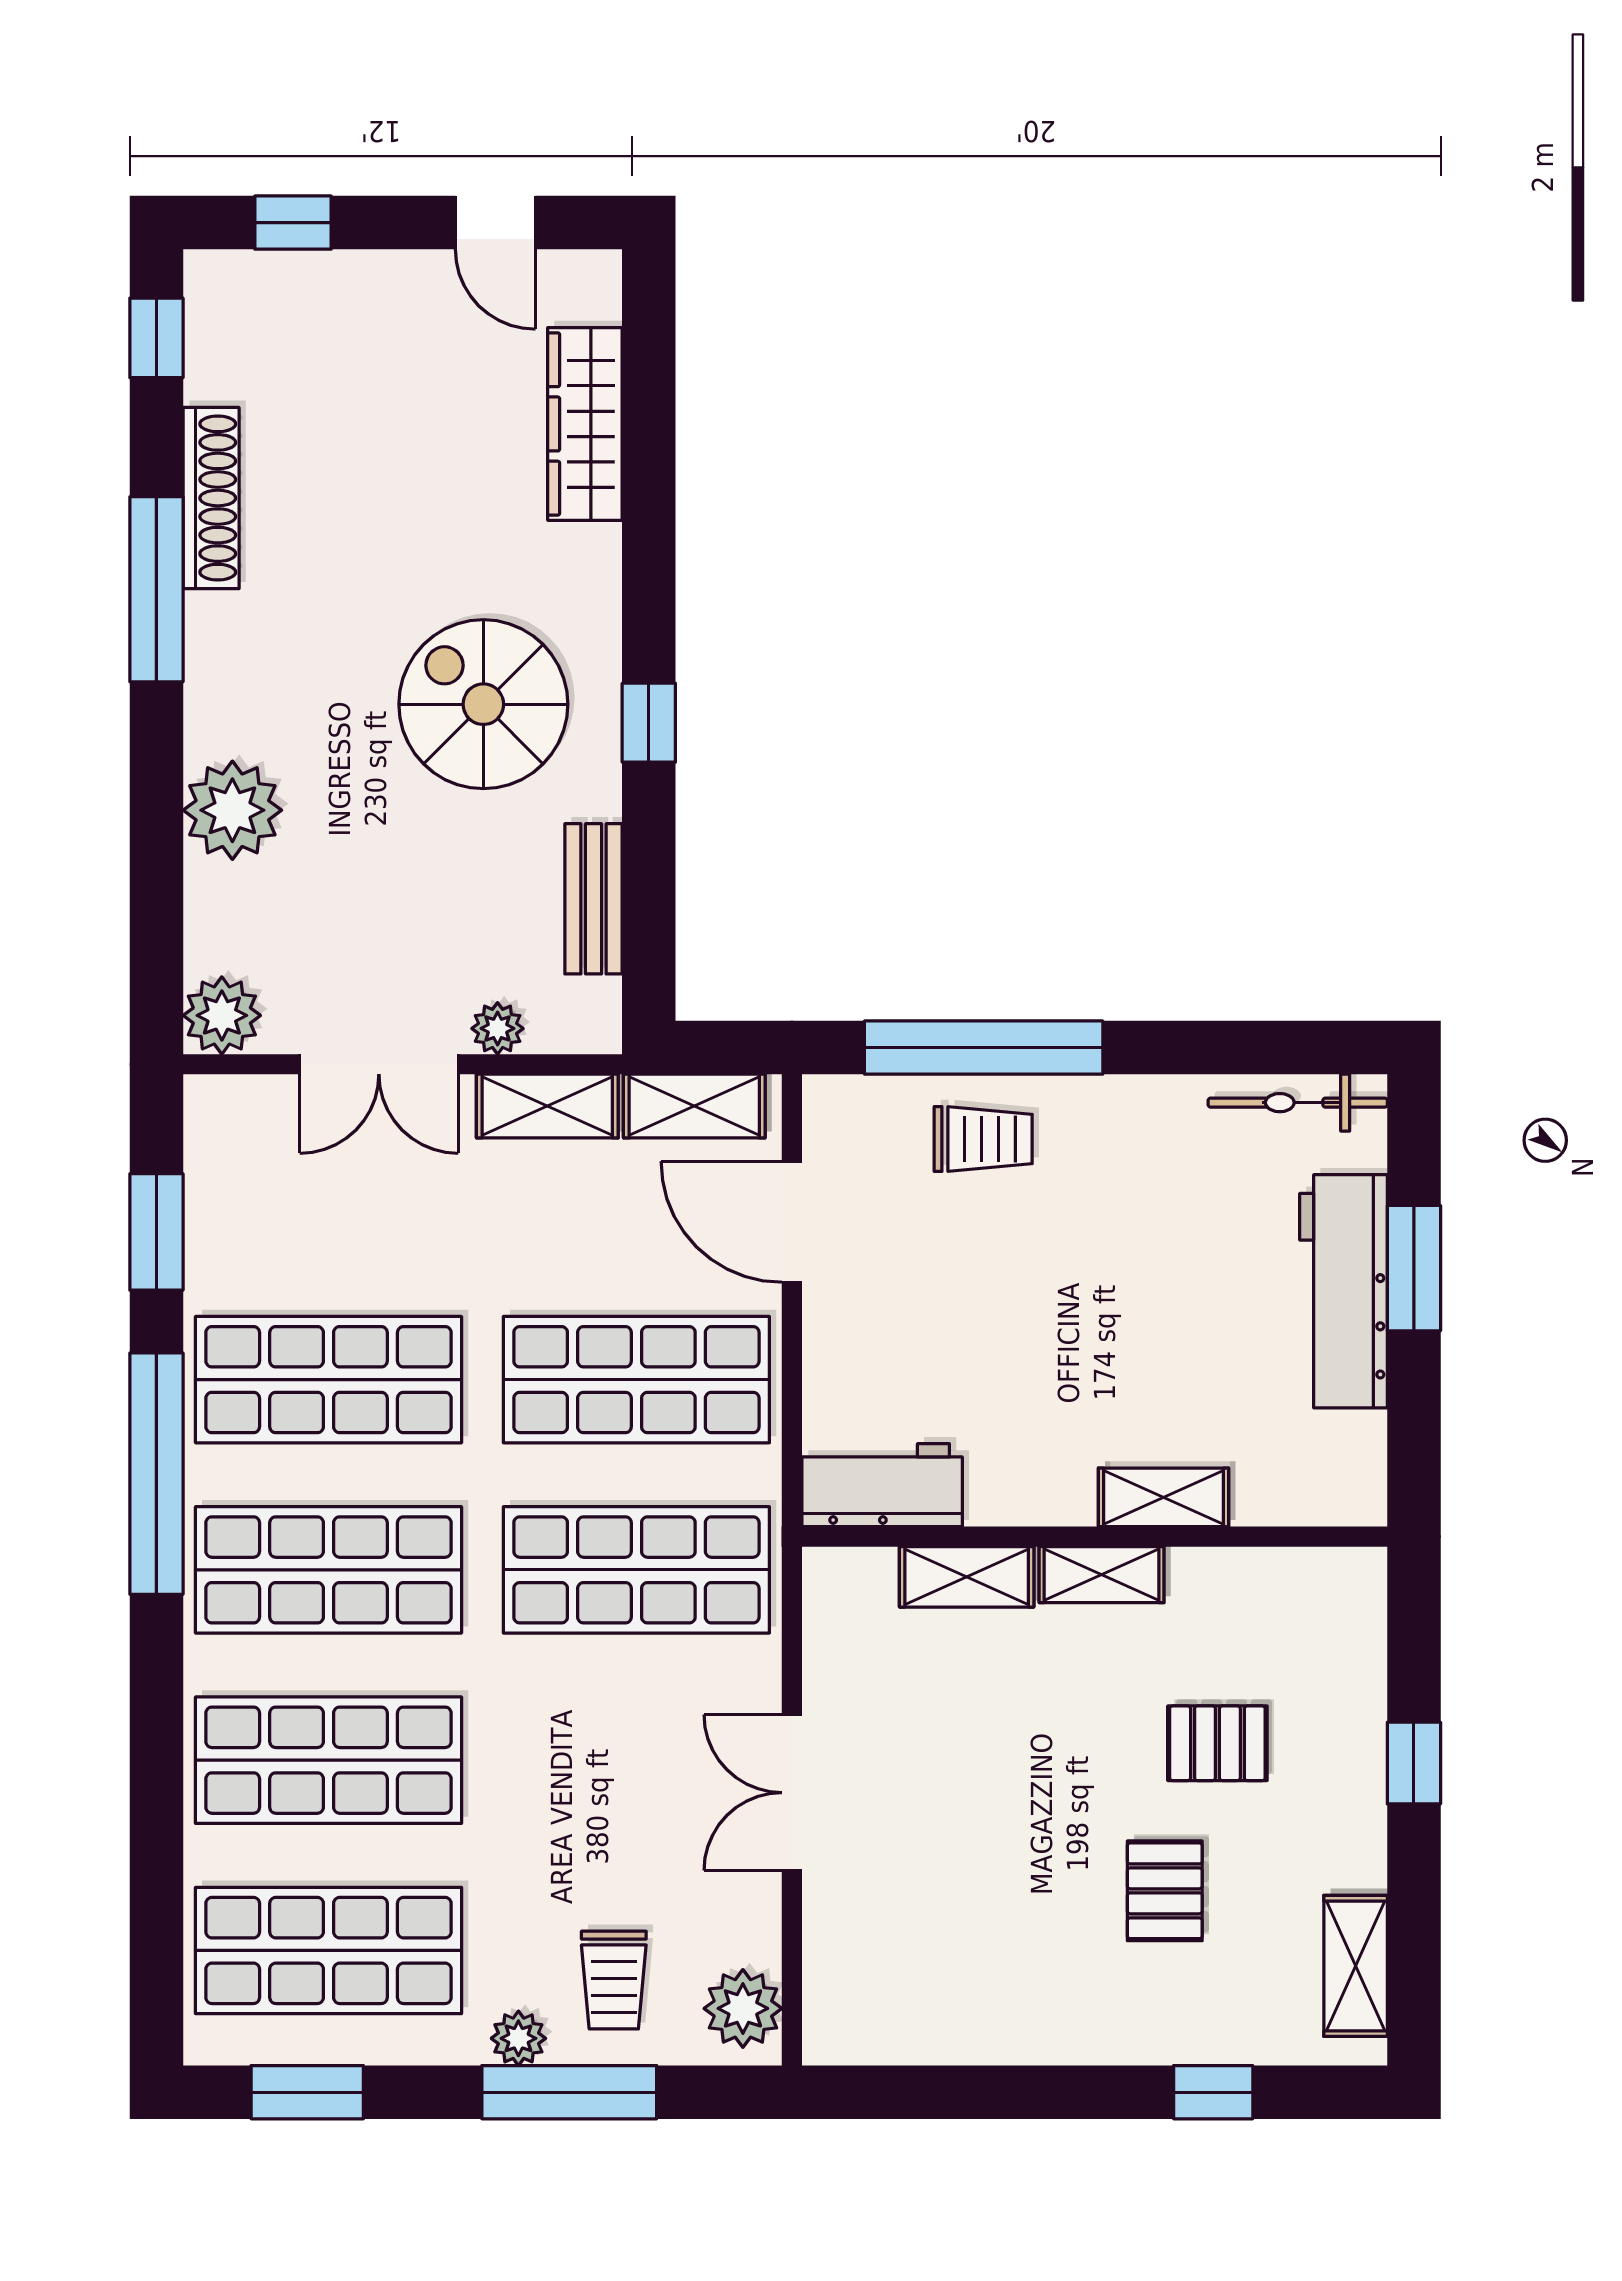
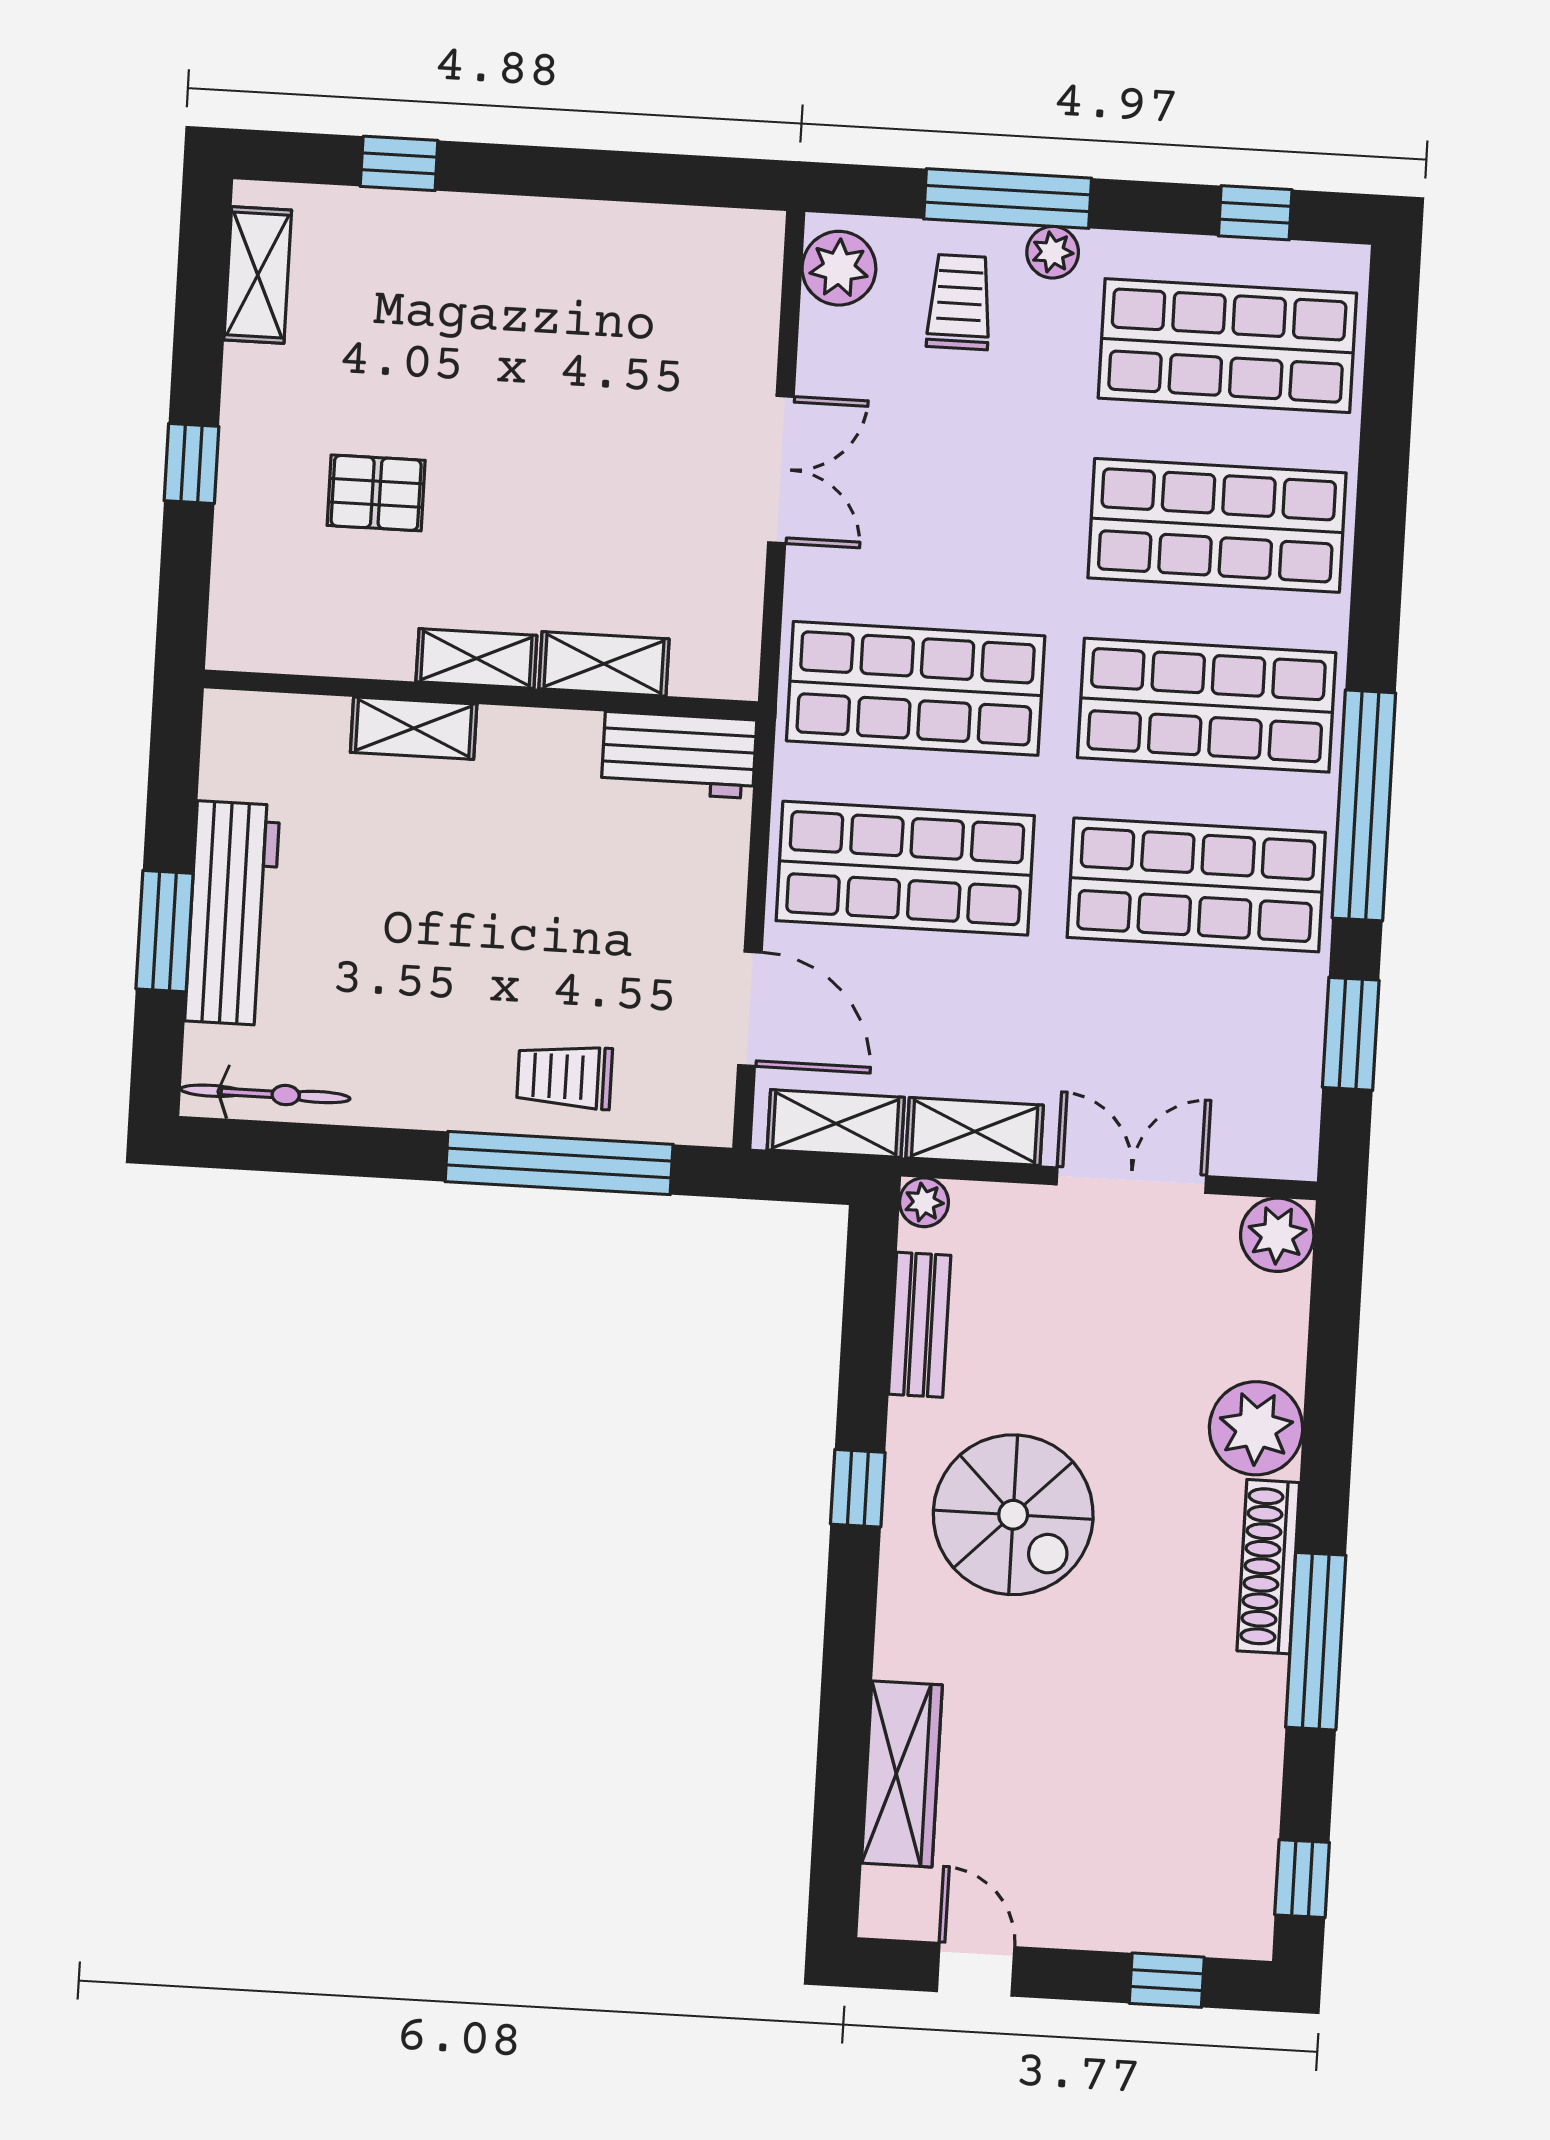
shoe rack: (211, 498) -> (1268, 1567), moved
plant: (498, 1028) -> (924, 1202), moved
pallet: (1165, 1891) -> (434, 356), removed
window: (307, 2092) -> (1255, 213), width x0.67

